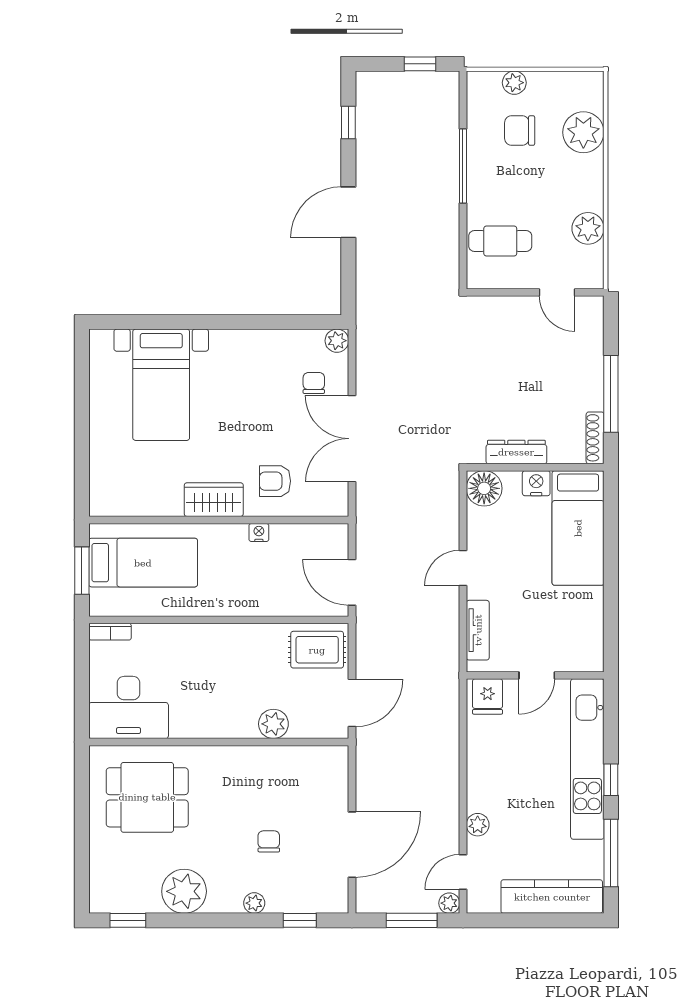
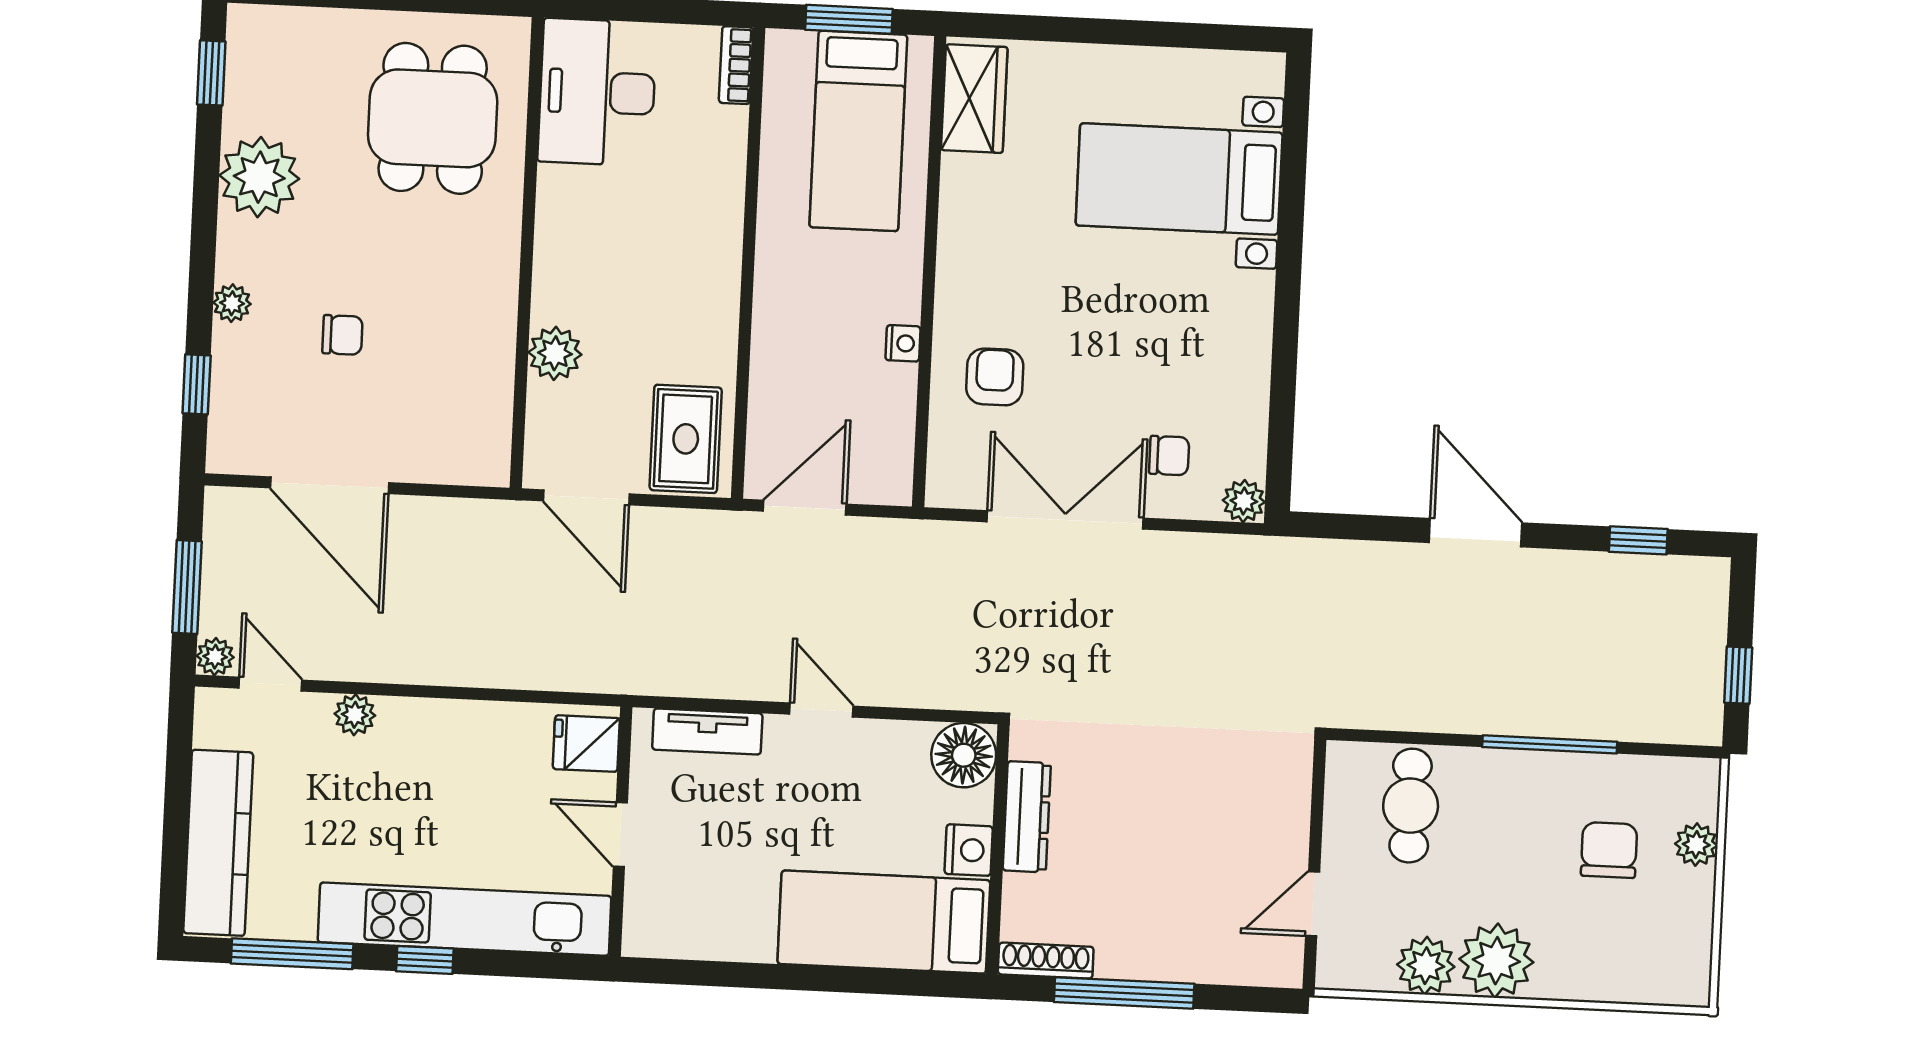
plant: (583, 132) -> (1496, 961), moved
wardrobe: (214, 500) -> (974, 99), moved

